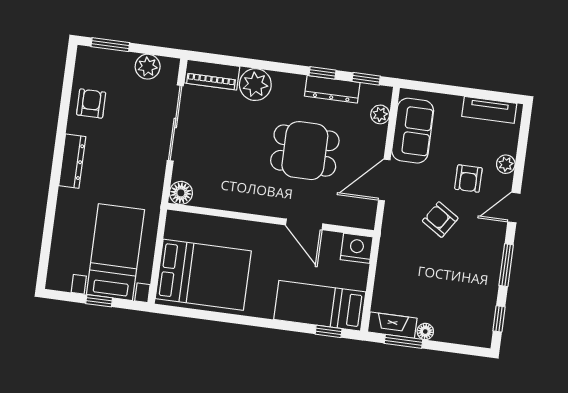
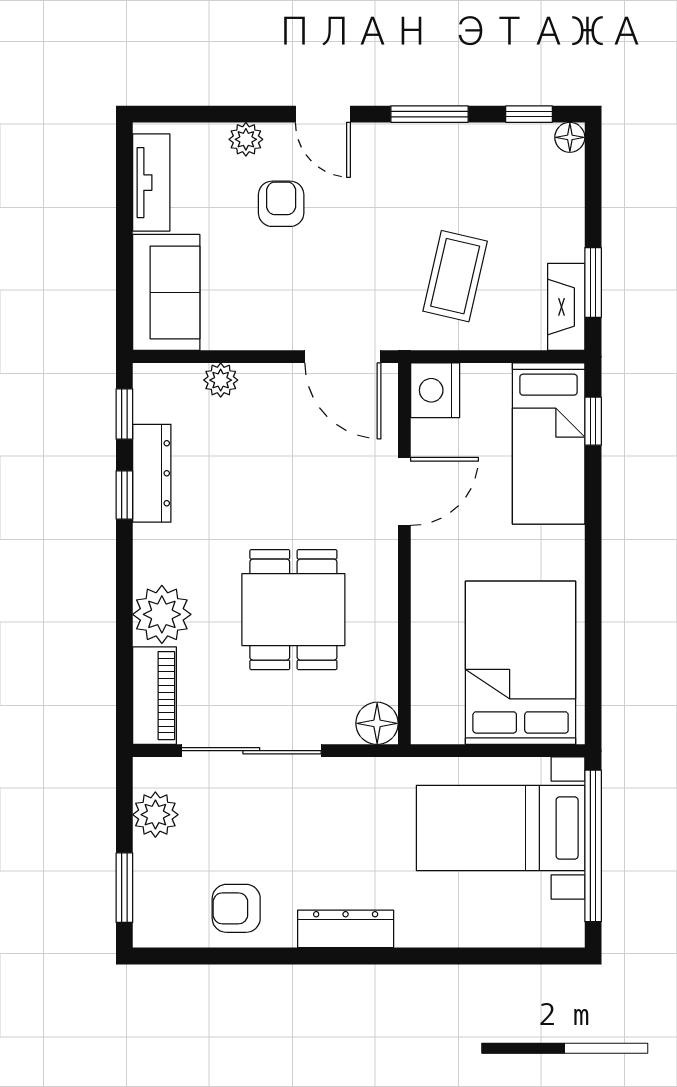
plant: (380, 114) -> (221, 380), moved
sofa: (413, 131) -> (166, 292), moved, turned 90
dining table: (305, 151) -> (293, 610), moved
armchair: (468, 179) -> (281, 204), turned -90
door: (384, 180) -> (343, 357), moved
armchair: (440, 220) -> (363, 245), removed
coffee table: (417, 267) -> (455, 276), added
window: (99, 301) -> (593, 846), width x3.17
floor lamp: (425, 331) -> (570, 137), moved

